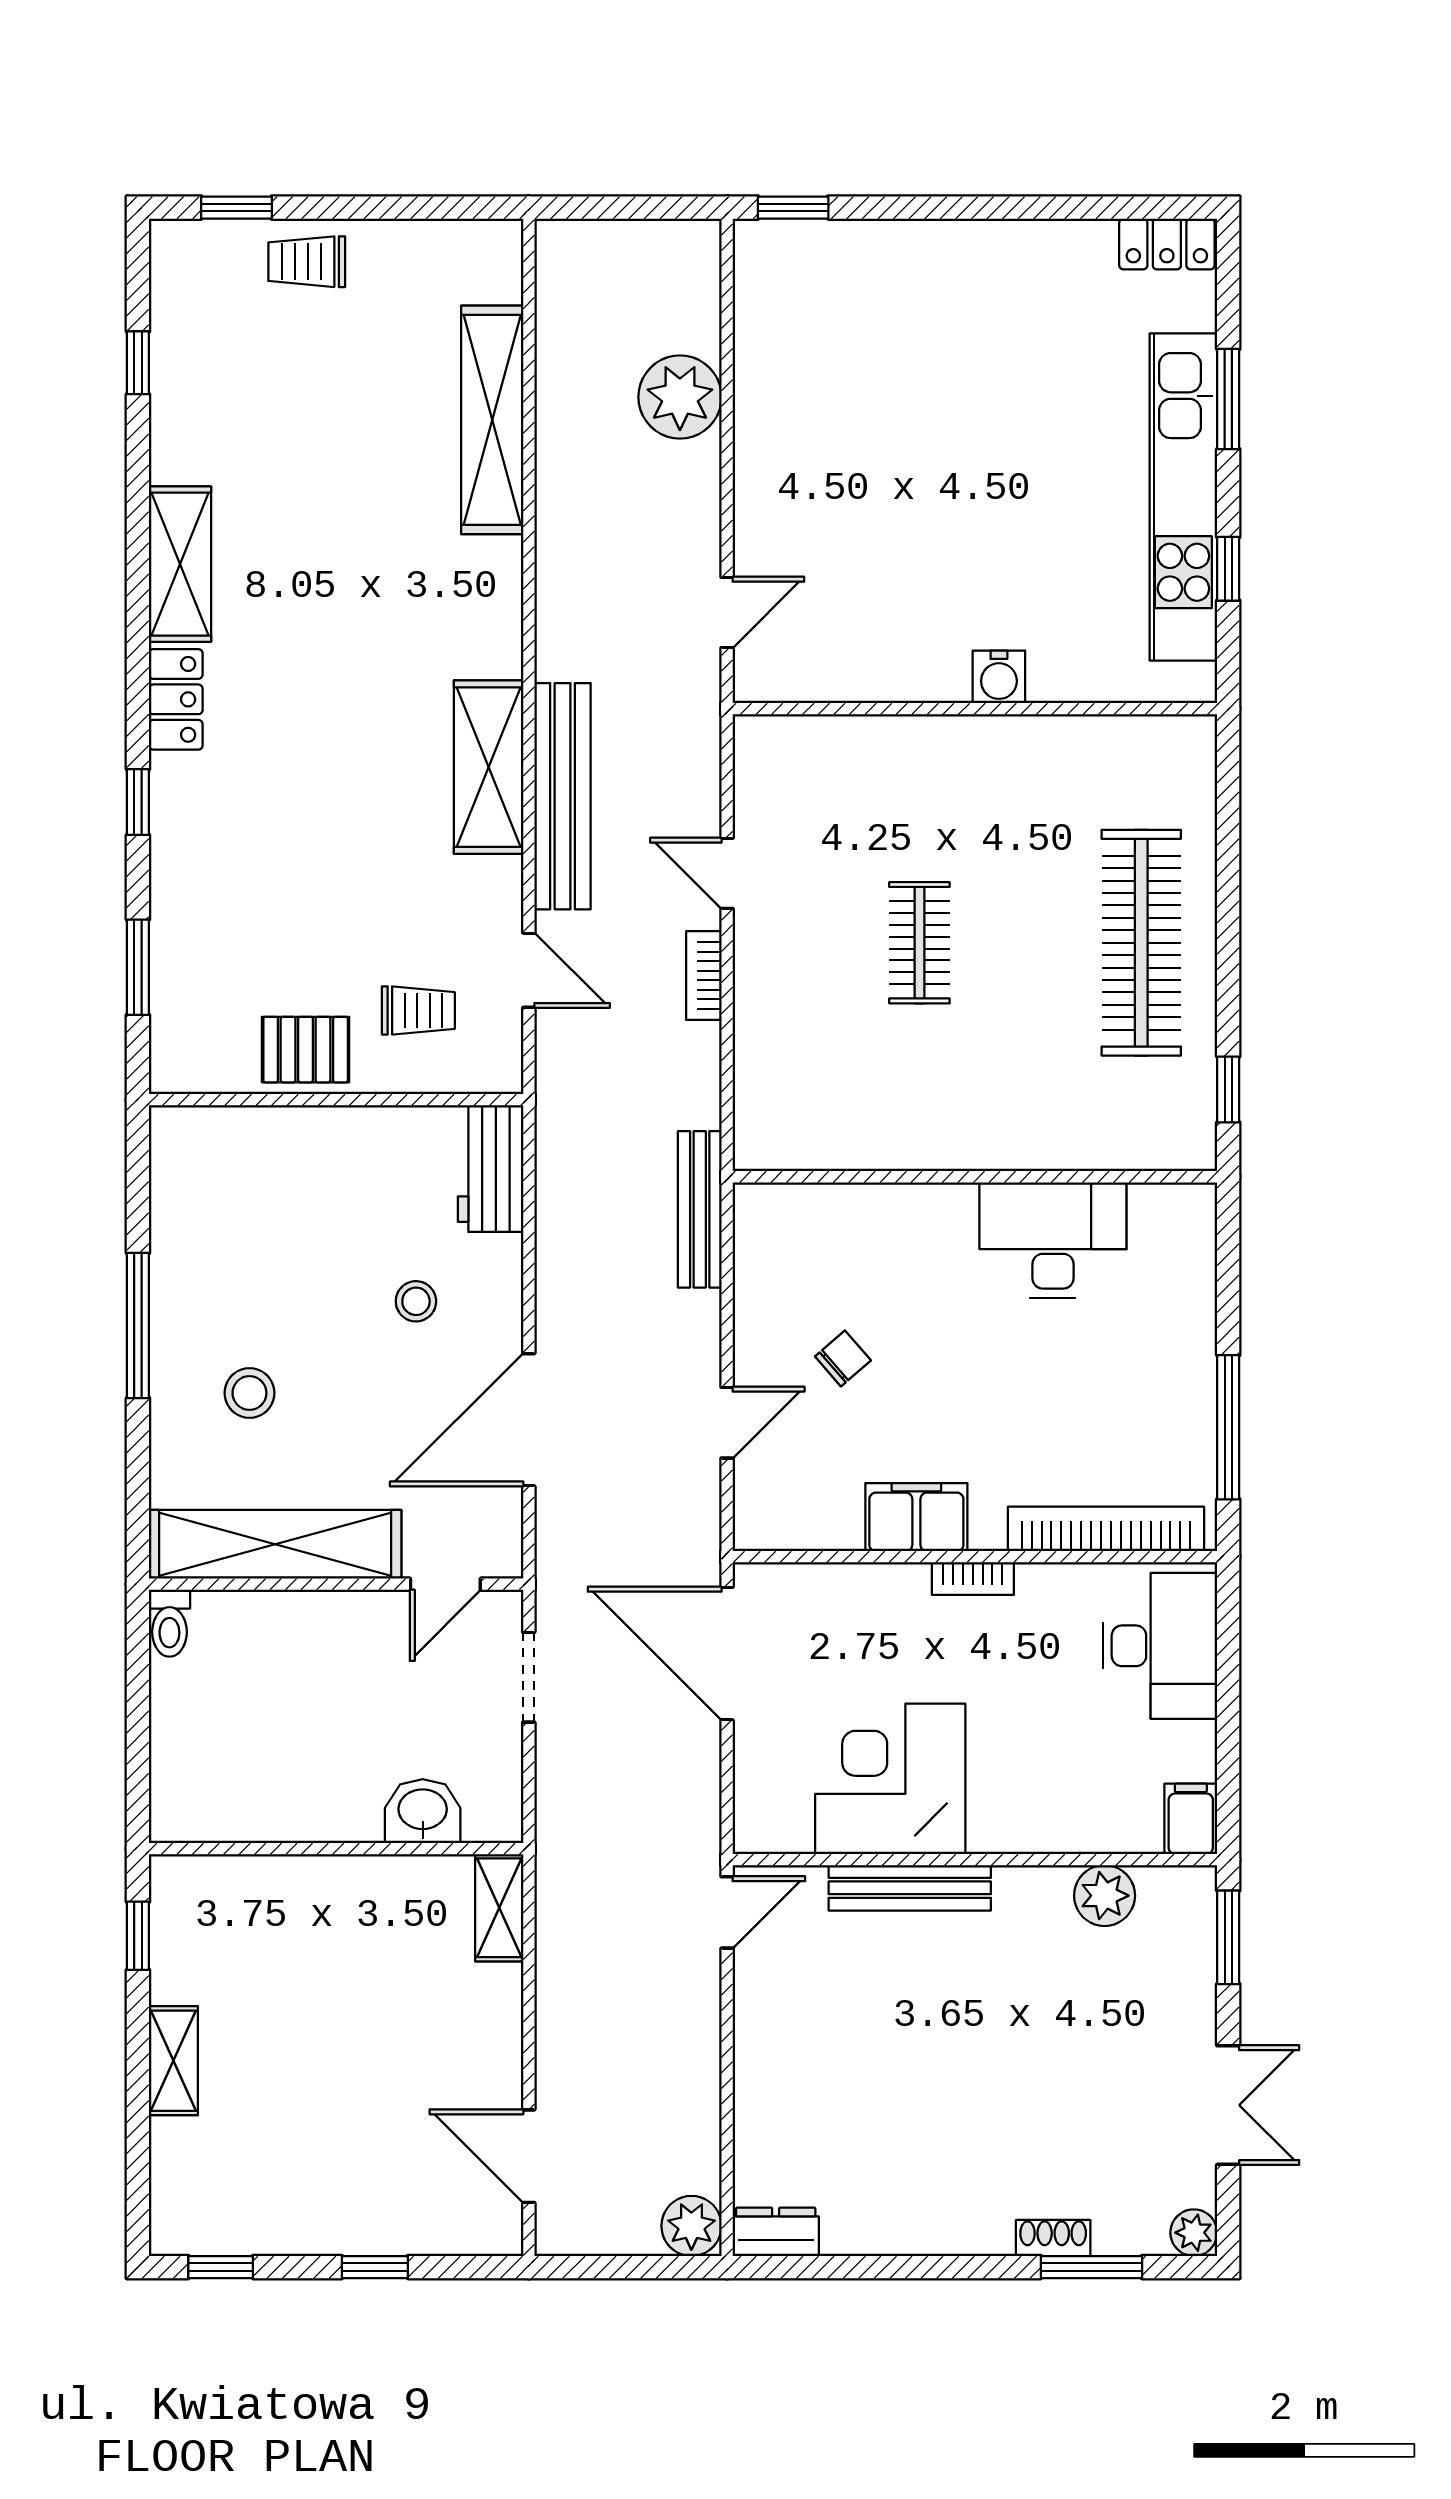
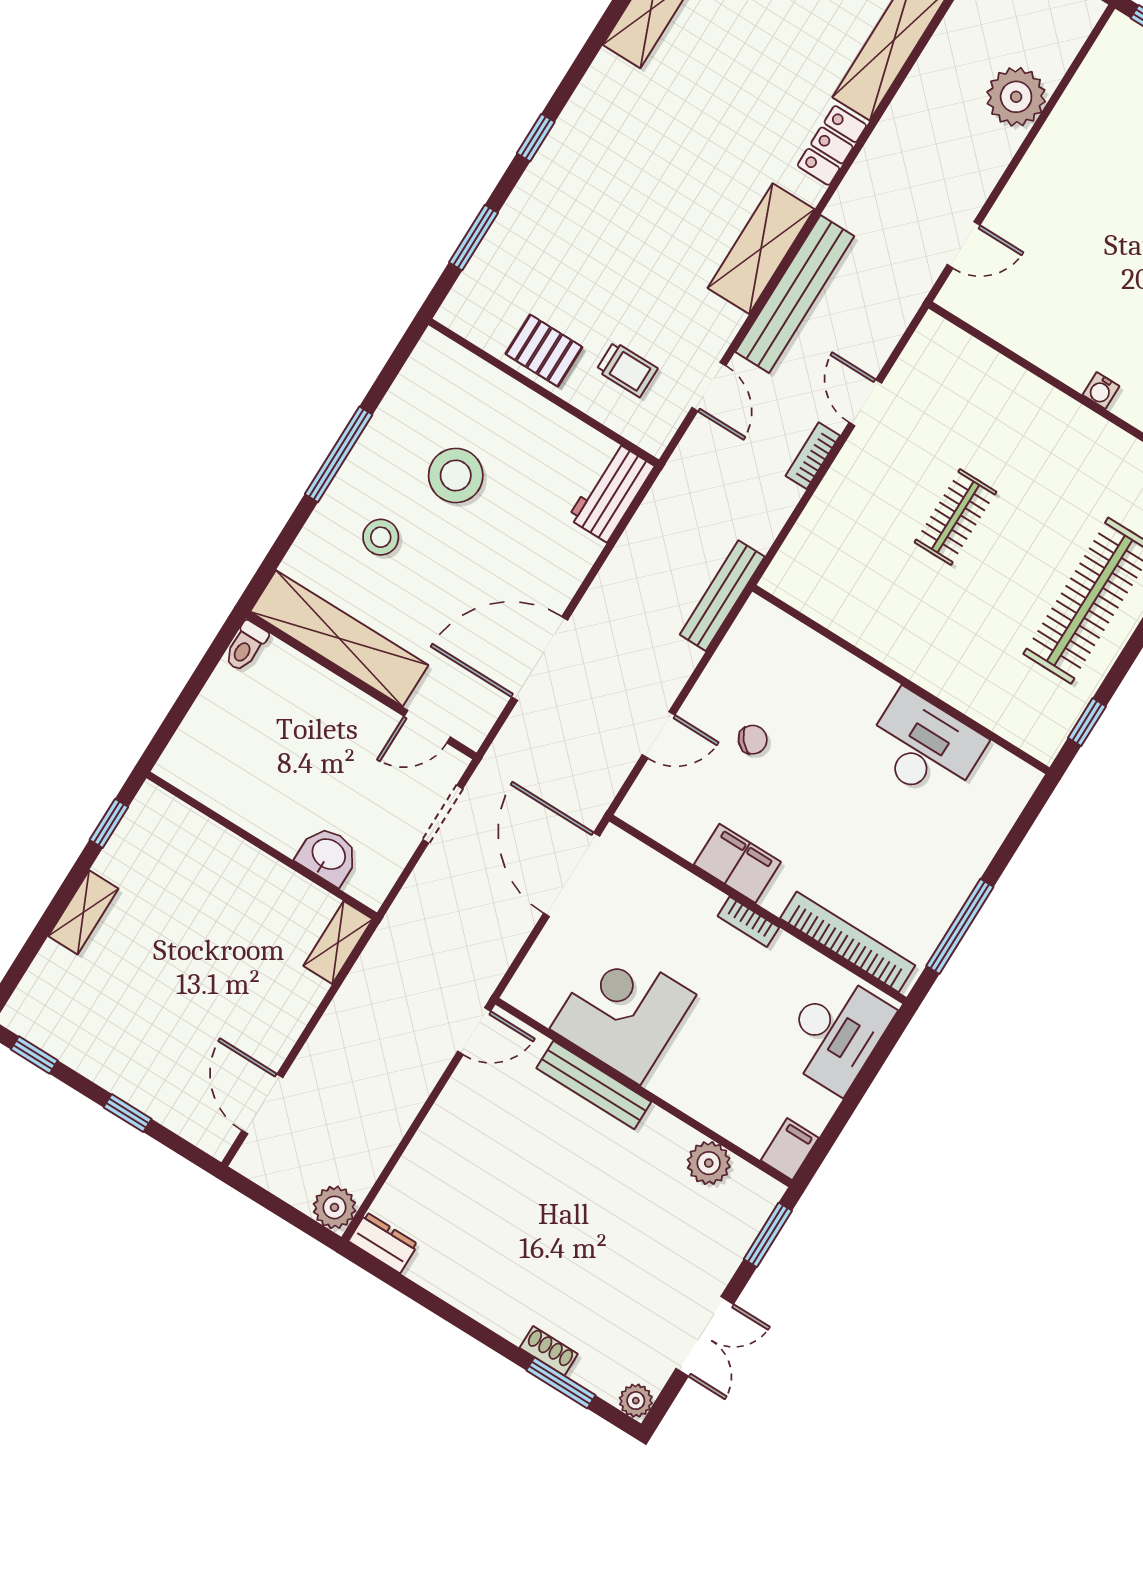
water cooler: (999, 677) -> (1101, 391), width x0.72, depth x0.72
locker: (176, 699) -> (832, 145), moved, turned 180
stool: (416, 1301) -> (456, 475), moved, width x1.89, depth x1.89

